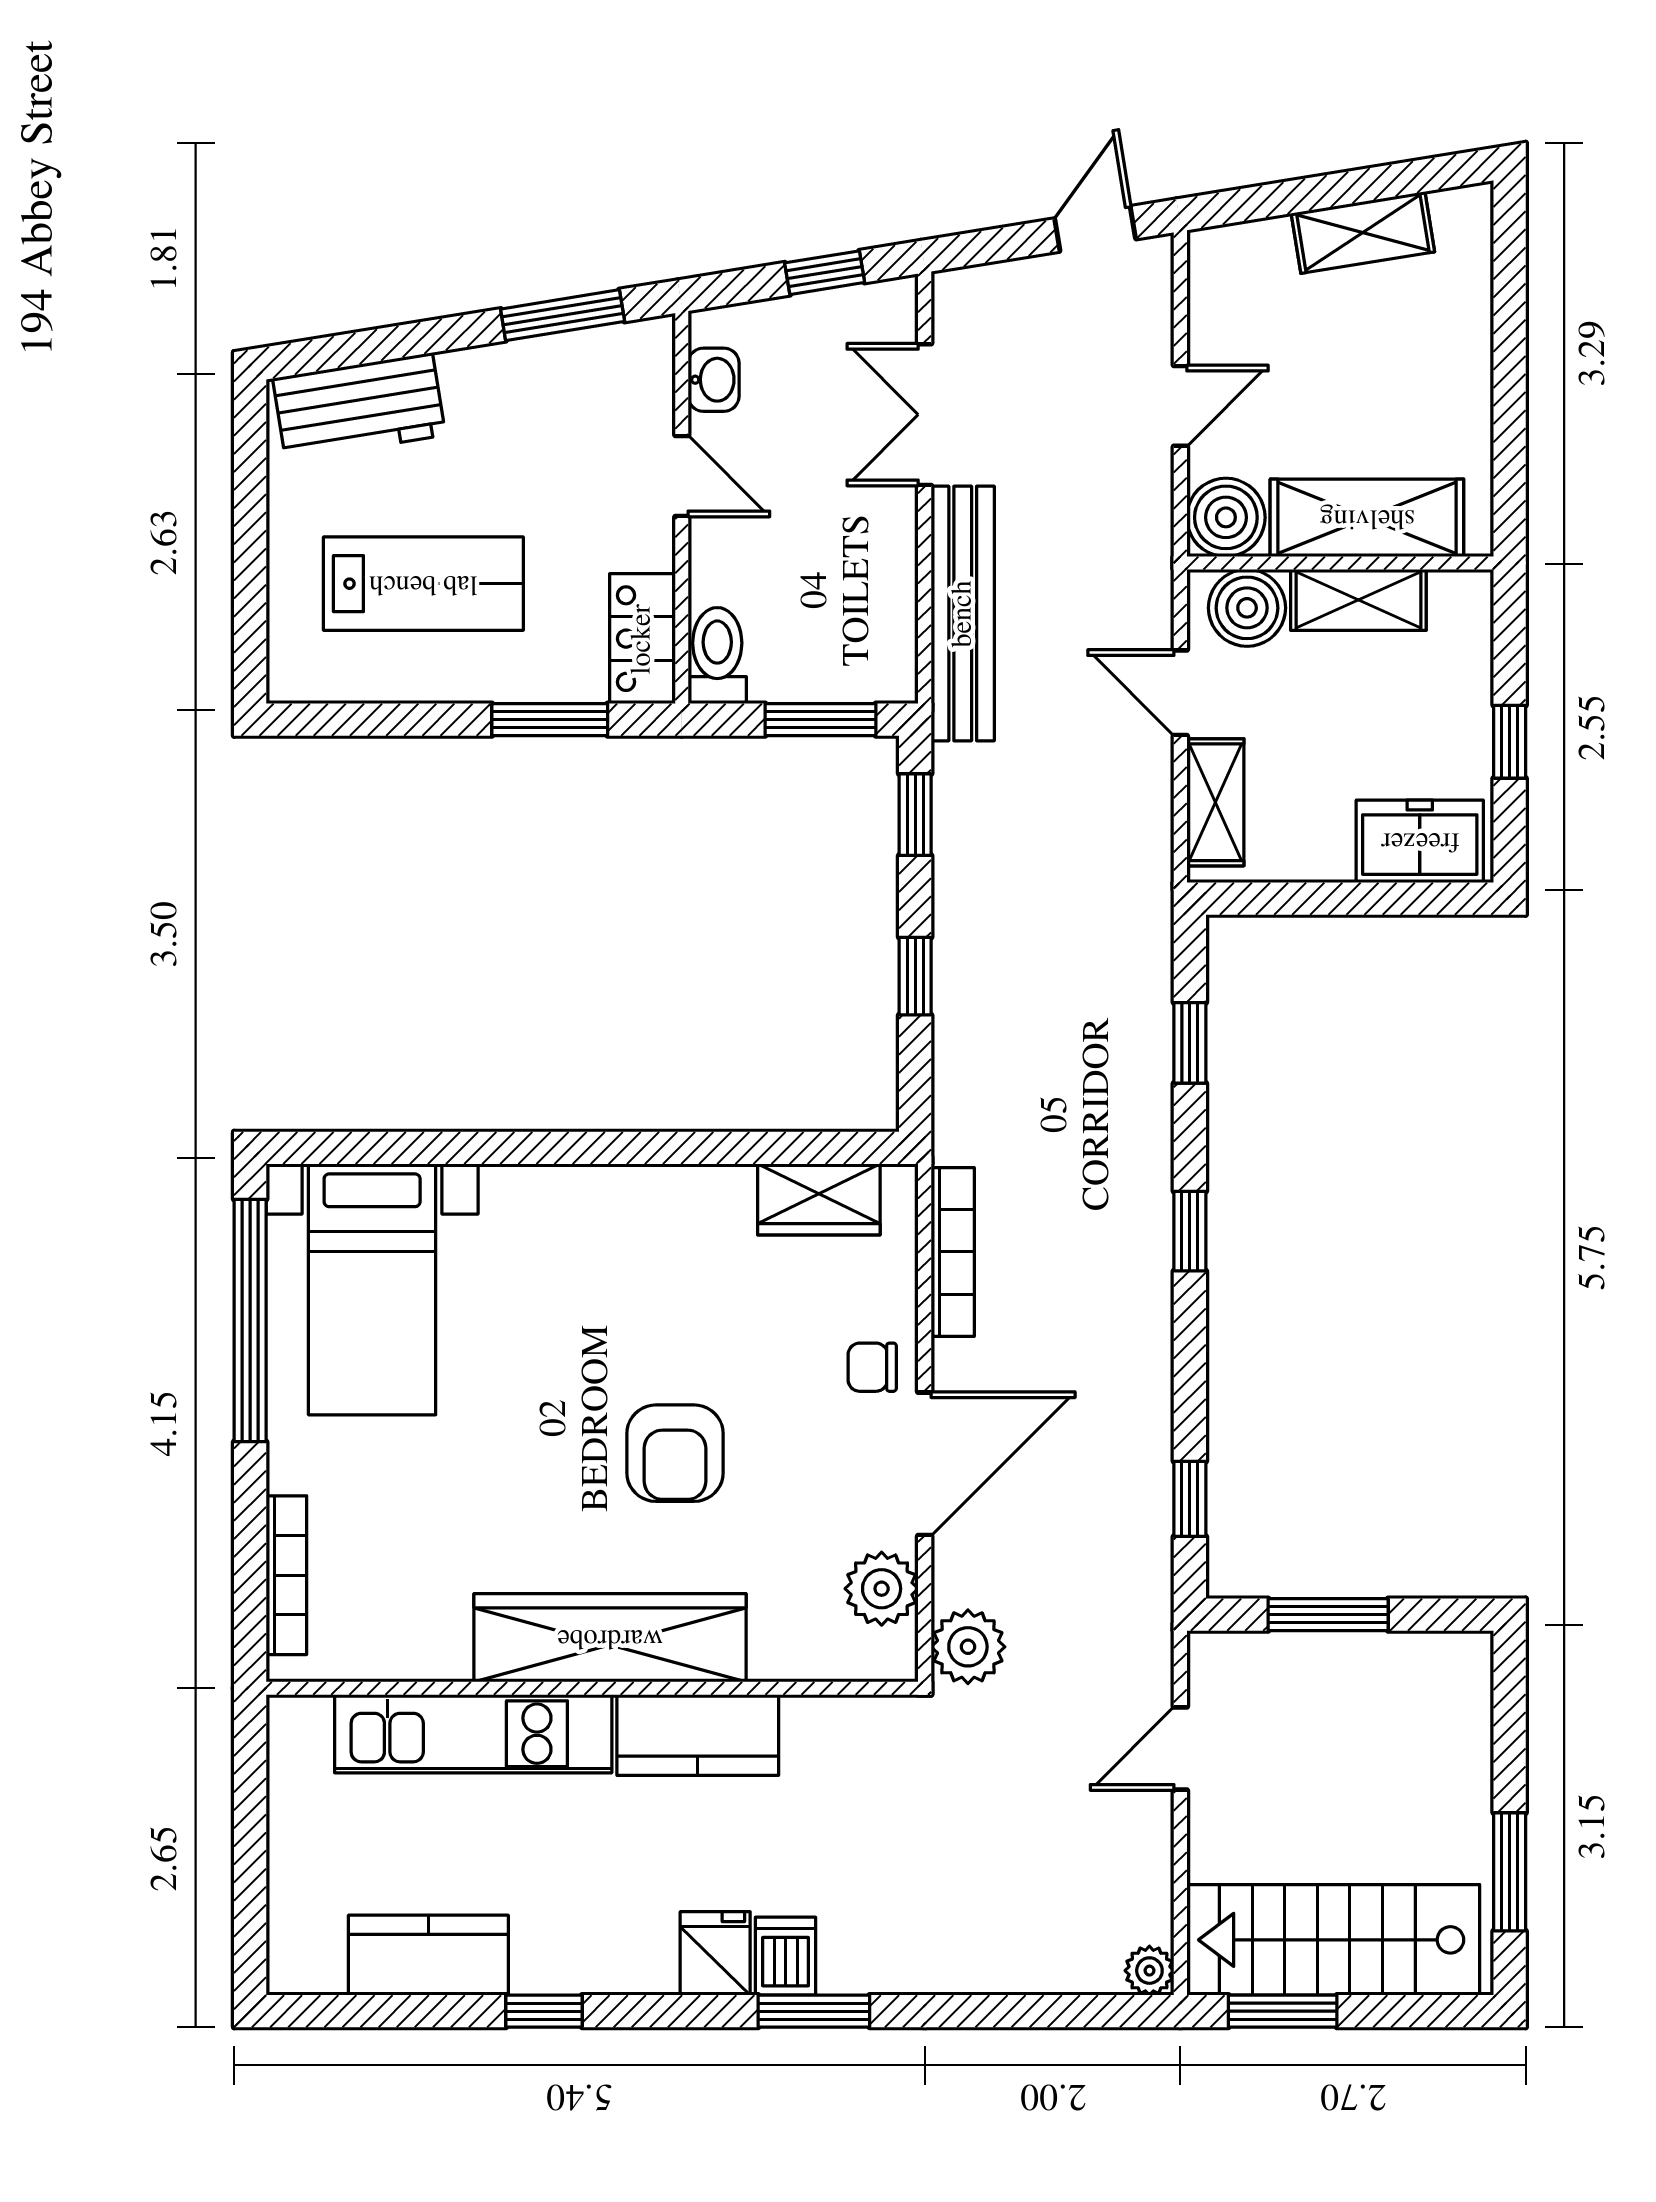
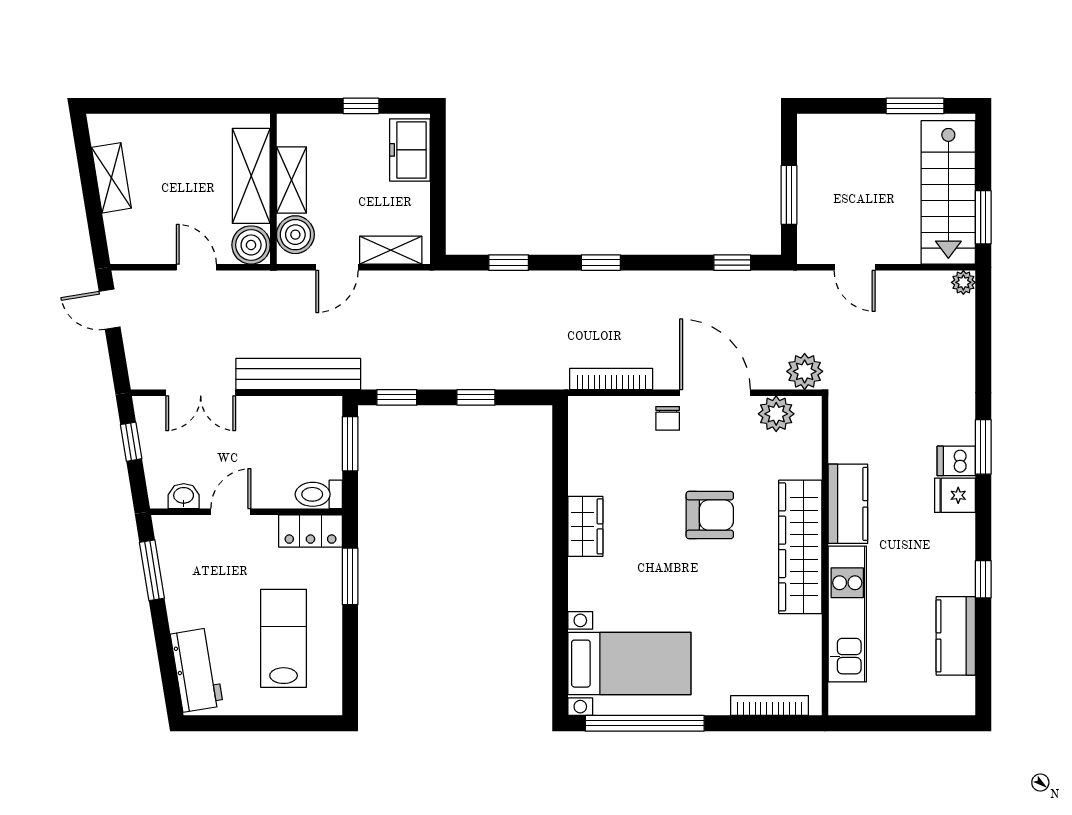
wardrobe: (819, 1199) -> (585, 526), moved

